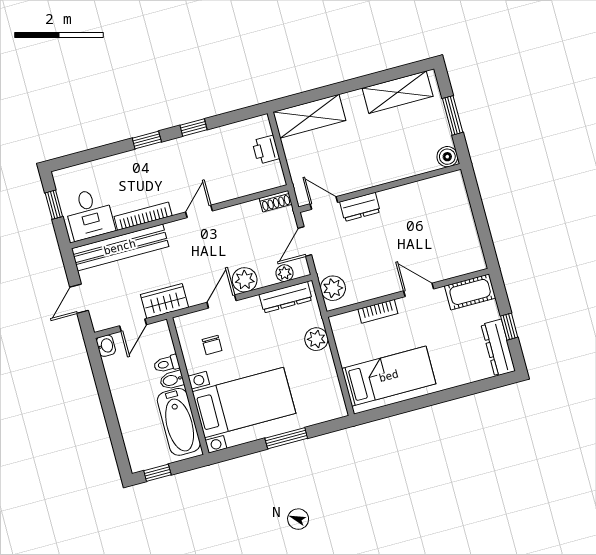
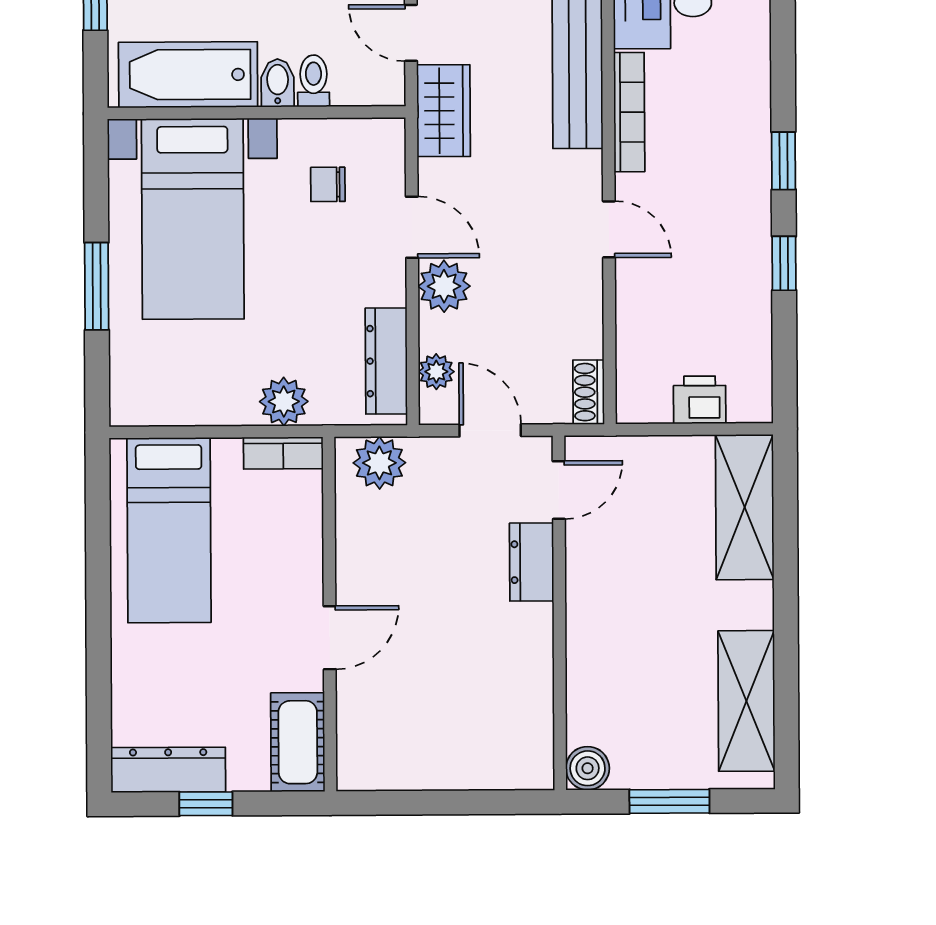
bookcase: (378, 311) -> (283, 453), moved, turned -90

